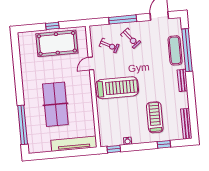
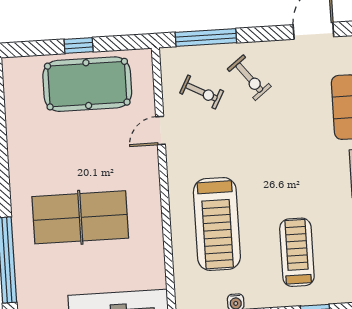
window: (123, 19) -> (206, 38), moved
treadmill: (117, 88) -> (217, 224), moved, turned 90
table tennis table: (55, 104) -> (80, 217), turned 90

